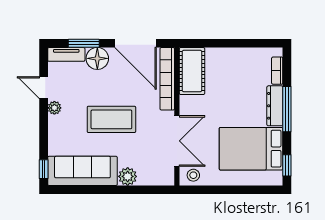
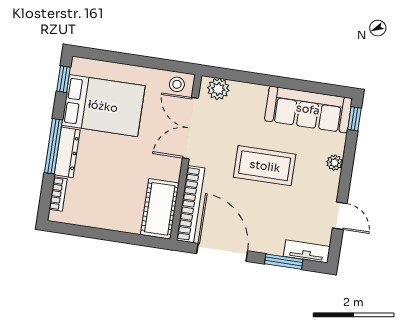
floor lamp: (97, 58) -> (270, 241), removed
plant: (54, 108) -> (335, 163), moved
plant: (128, 176) -> (218, 89), moved

